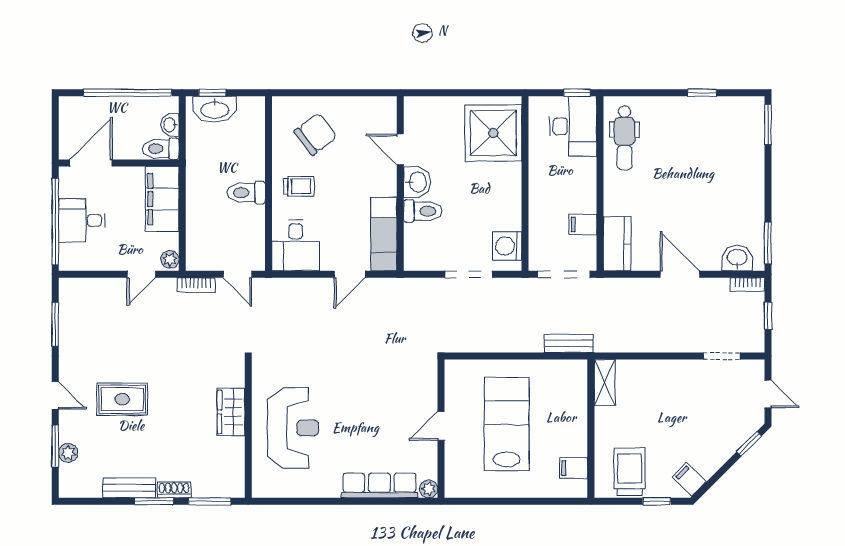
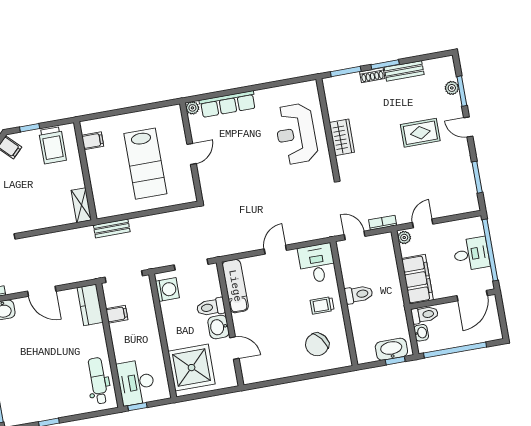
door: (400, 149) -> (234, 348), moved
washbasin: (417, 182) -> (218, 327), moved
wall: (400, 184) -> (230, 324), moved
toilet: (423, 211) -> (211, 307), moved
exam couch: (384, 234) -> (235, 286), moved

